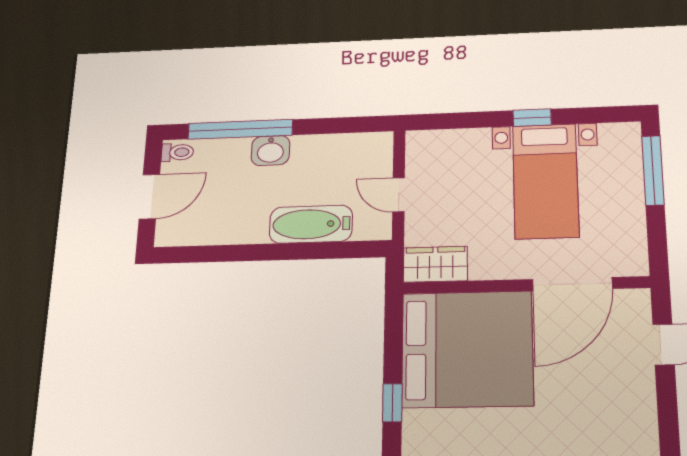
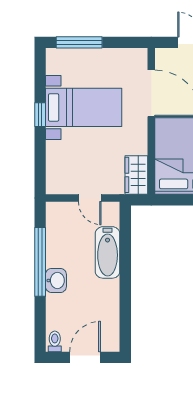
window: (240, 129) -> (40, 262), moved
door: (399, 195) -> (90, 198), hinge flipped
door: (149, 197) -> (85, 357), hinge flipped

